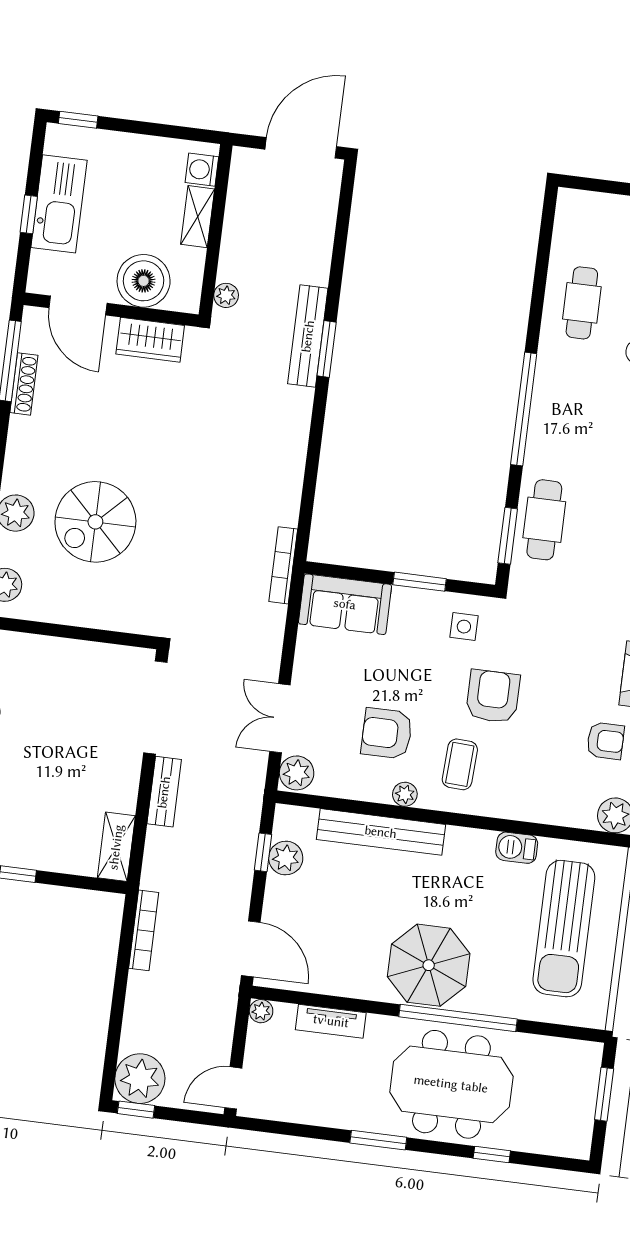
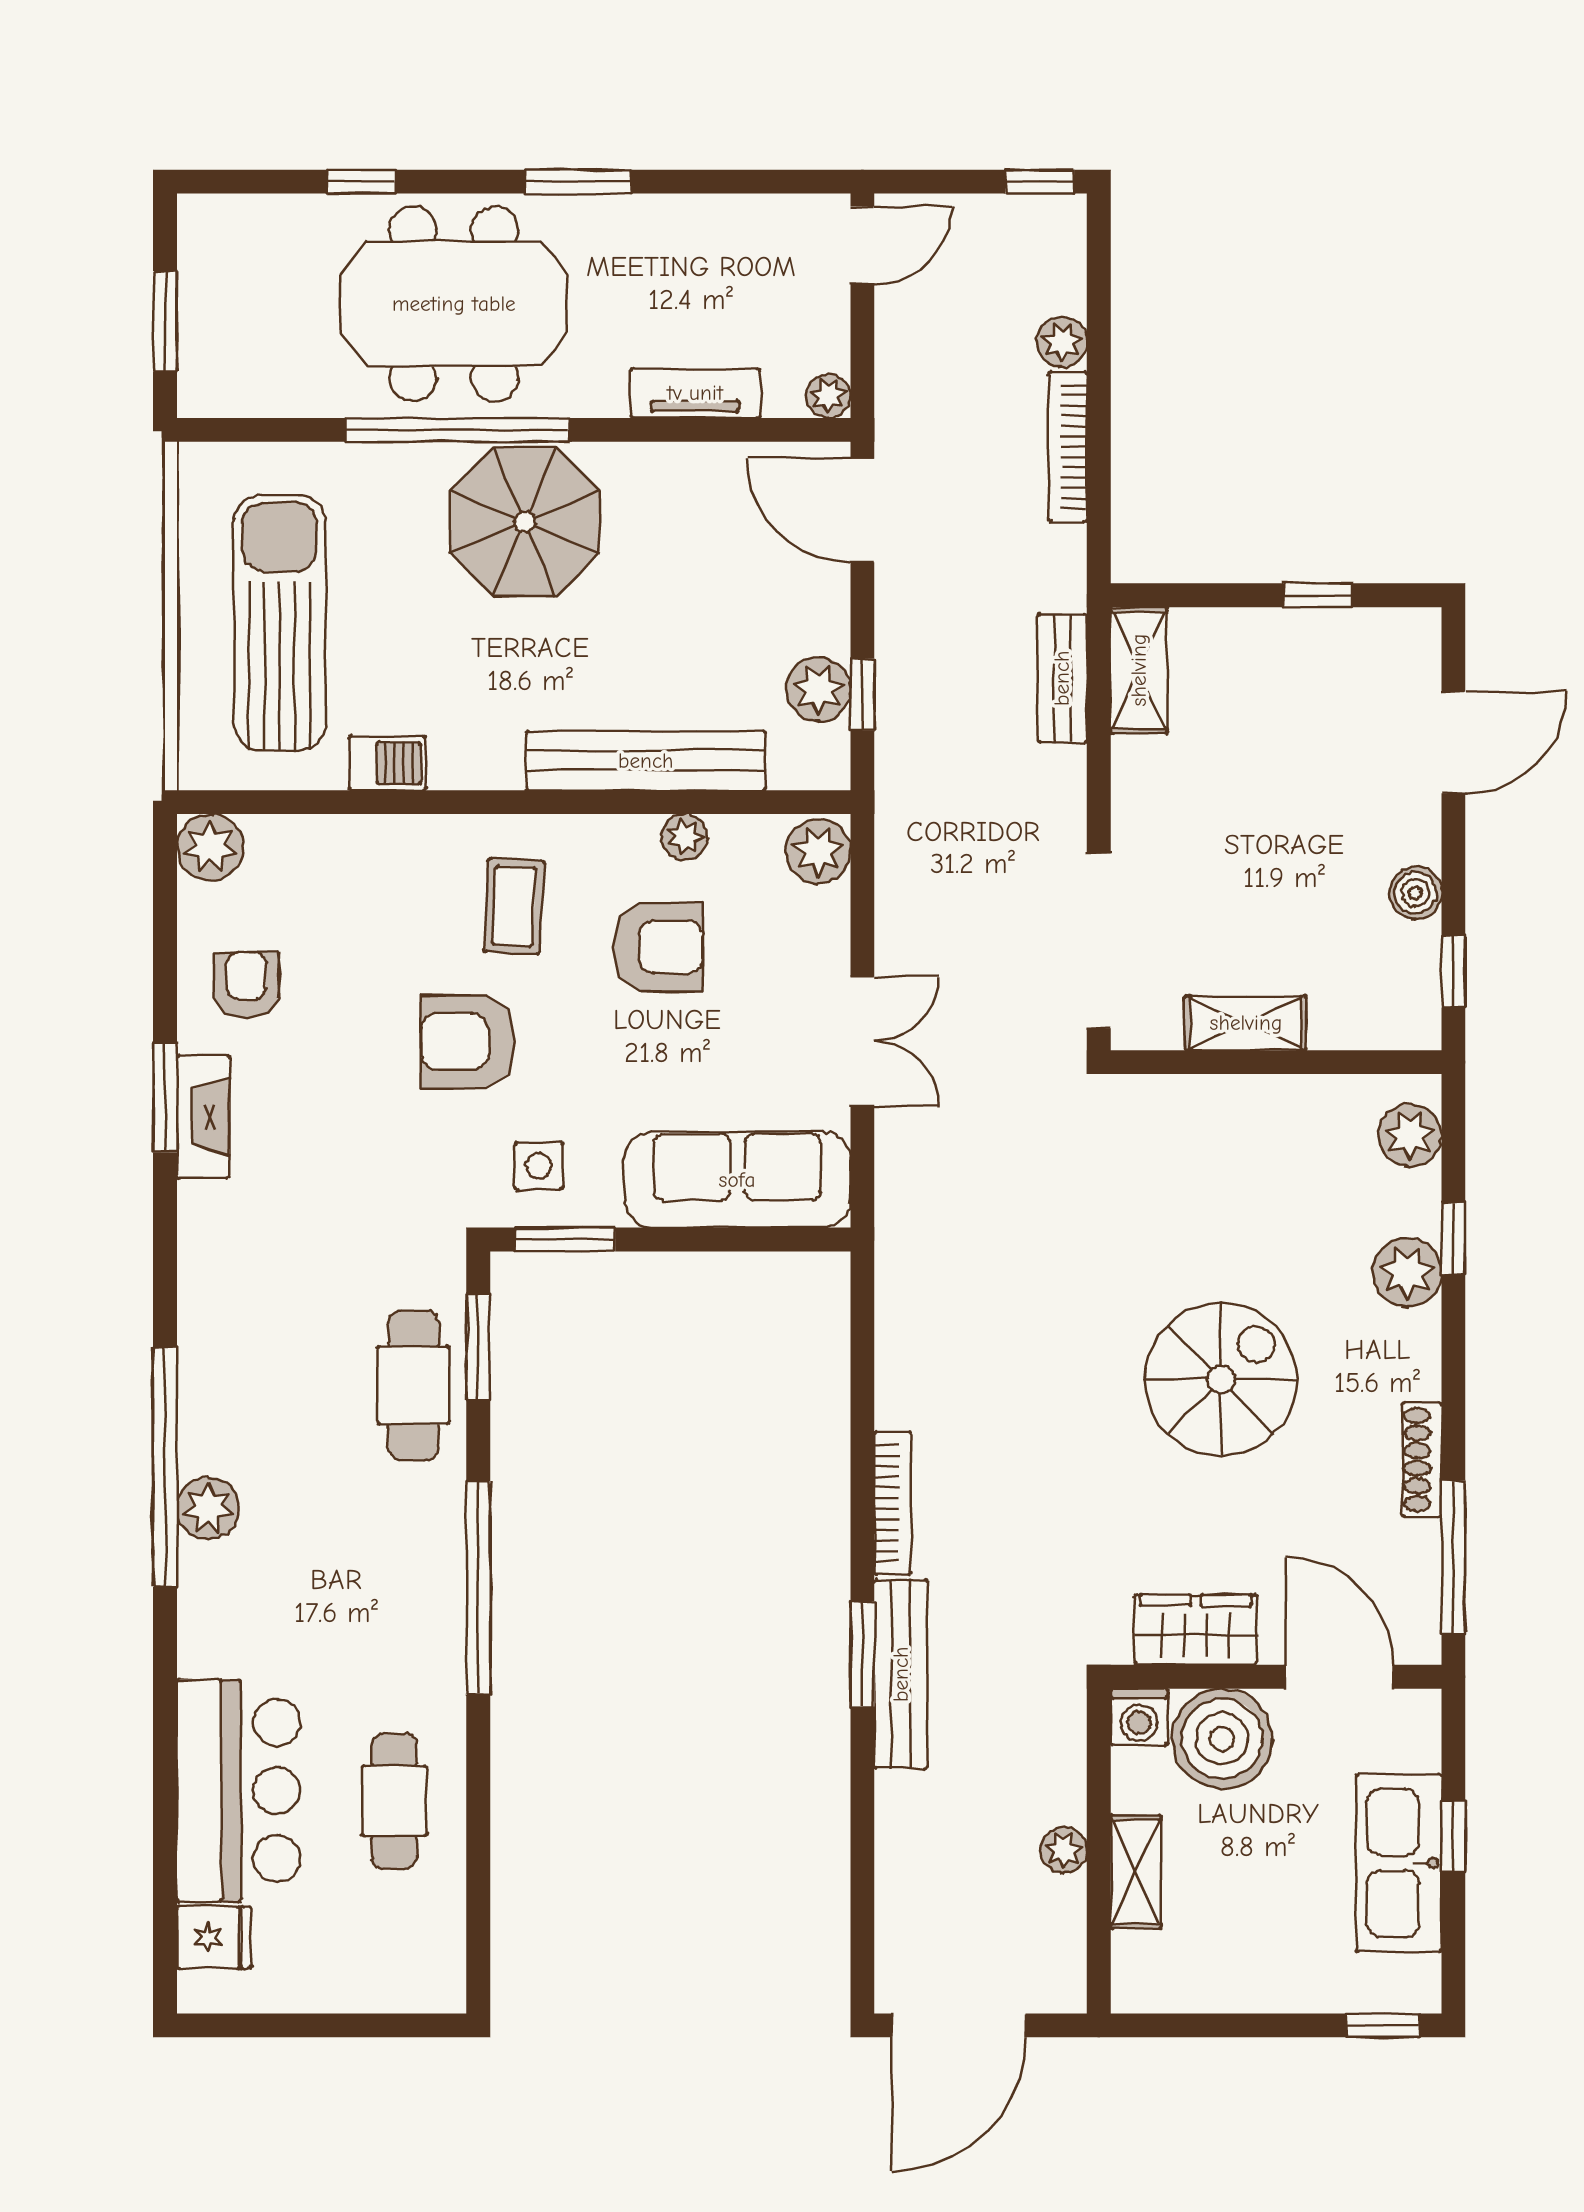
washing machine: (202, 170) -> (1139, 1717), moved, turned 90
plant: (226, 295) -> (1064, 1850), moved
shoe rack: (24, 384) -> (1422, 1460), moved
spiral stairs: (95, 522) -> (1221, 1380), moved
bookcase: (283, 565) -> (893, 1503), moved
window: (420, 582) -> (565, 1239), moved
sofa: (345, 604) -> (737, 1180), width x1.36
shelving: (84, 655) -> (1246, 1023), added
armchair: (493, 696) -> (468, 1042), turned 90
double door: (280, 718) -> (862, 1041), moved
armchair: (605, 741) -> (246, 985), turned 90
bench: (164, 792) -> (1062, 678), moved
plant: (405, 794) -> (685, 837), moved
bookcase: (144, 930) -> (1068, 447), moved
plant: (140, 1079) -> (1062, 342), moved, width x0.53, depth x0.53

